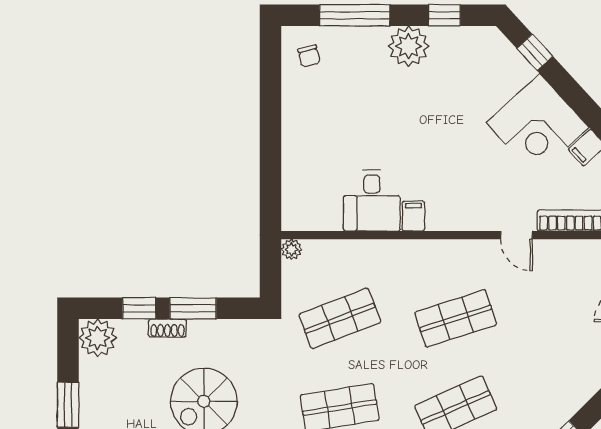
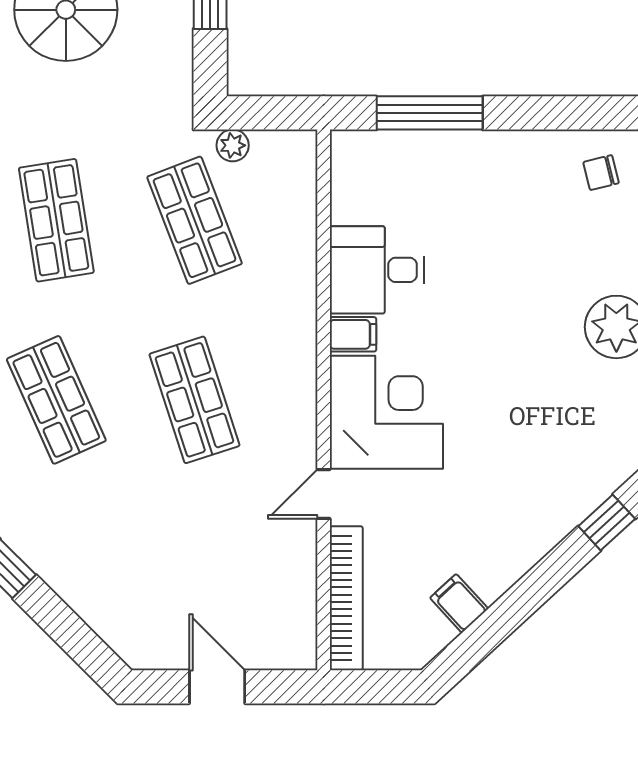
corner desk: (537, 125) -> (386, 412), moved, turned 133
window: (271, 167) -> (430, 113), added
plant: (292, 249) -> (233, 145), moved

